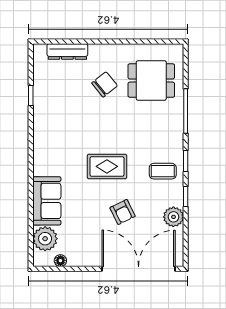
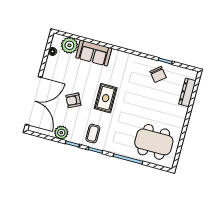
dining table: (151, 81) -> (154, 142), width x1.38
chair: (105, 84) -> (158, 74), moved

